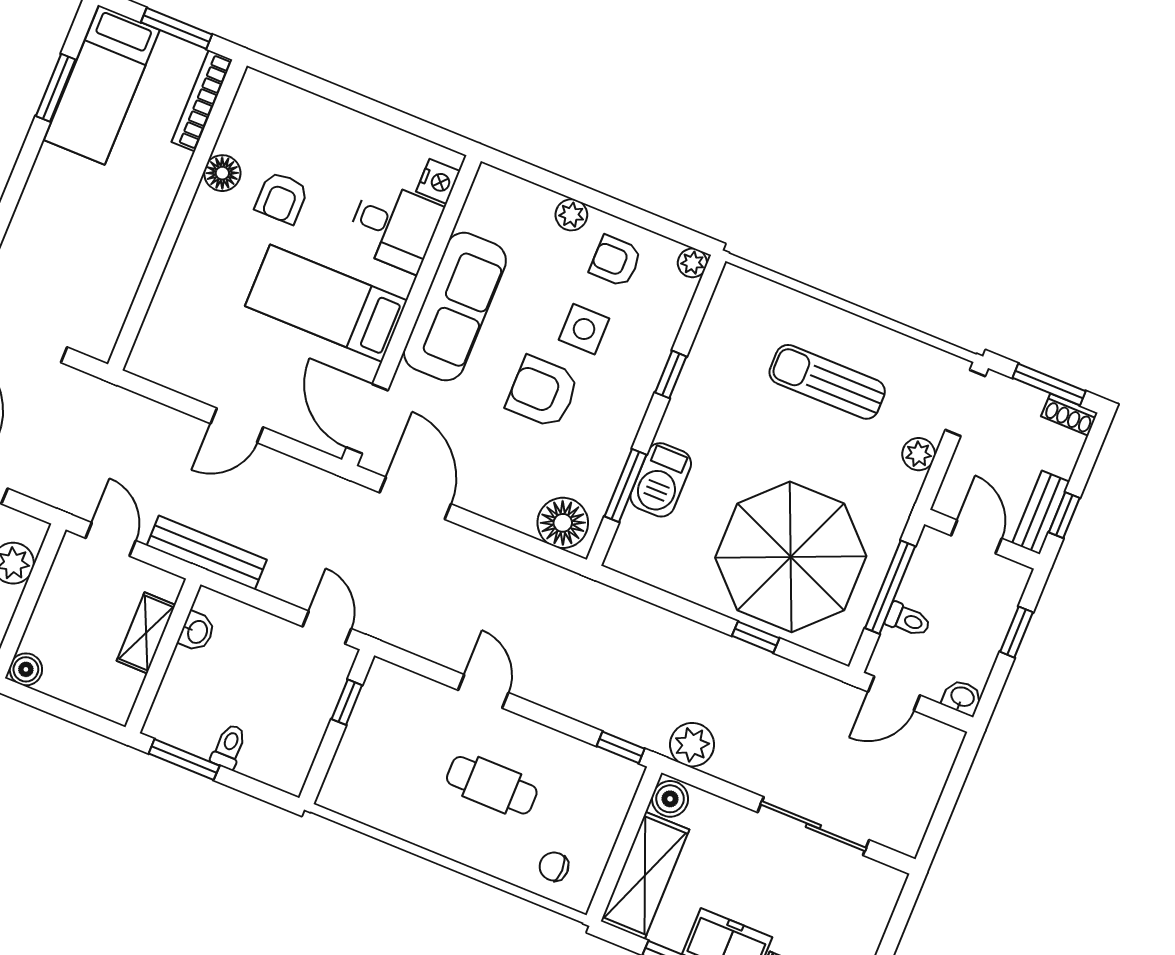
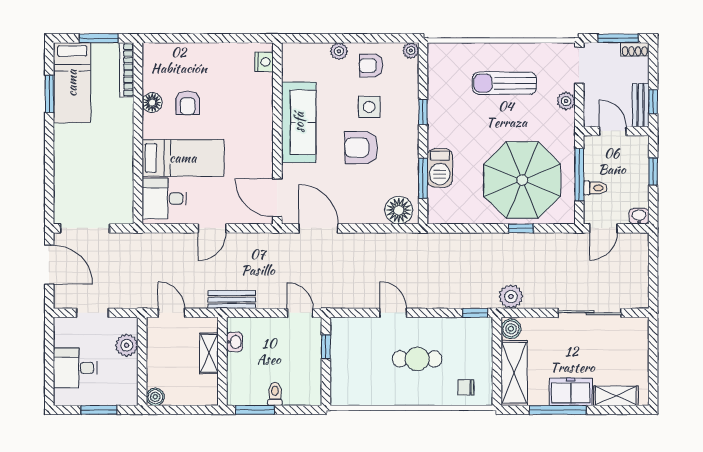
desk: (394, 226) -> (164, 199), moved, turned 180
bed: (326, 303) -> (183, 158), moved, turned 180
bench: (207, 553) -> (232, 300), width x0.73

